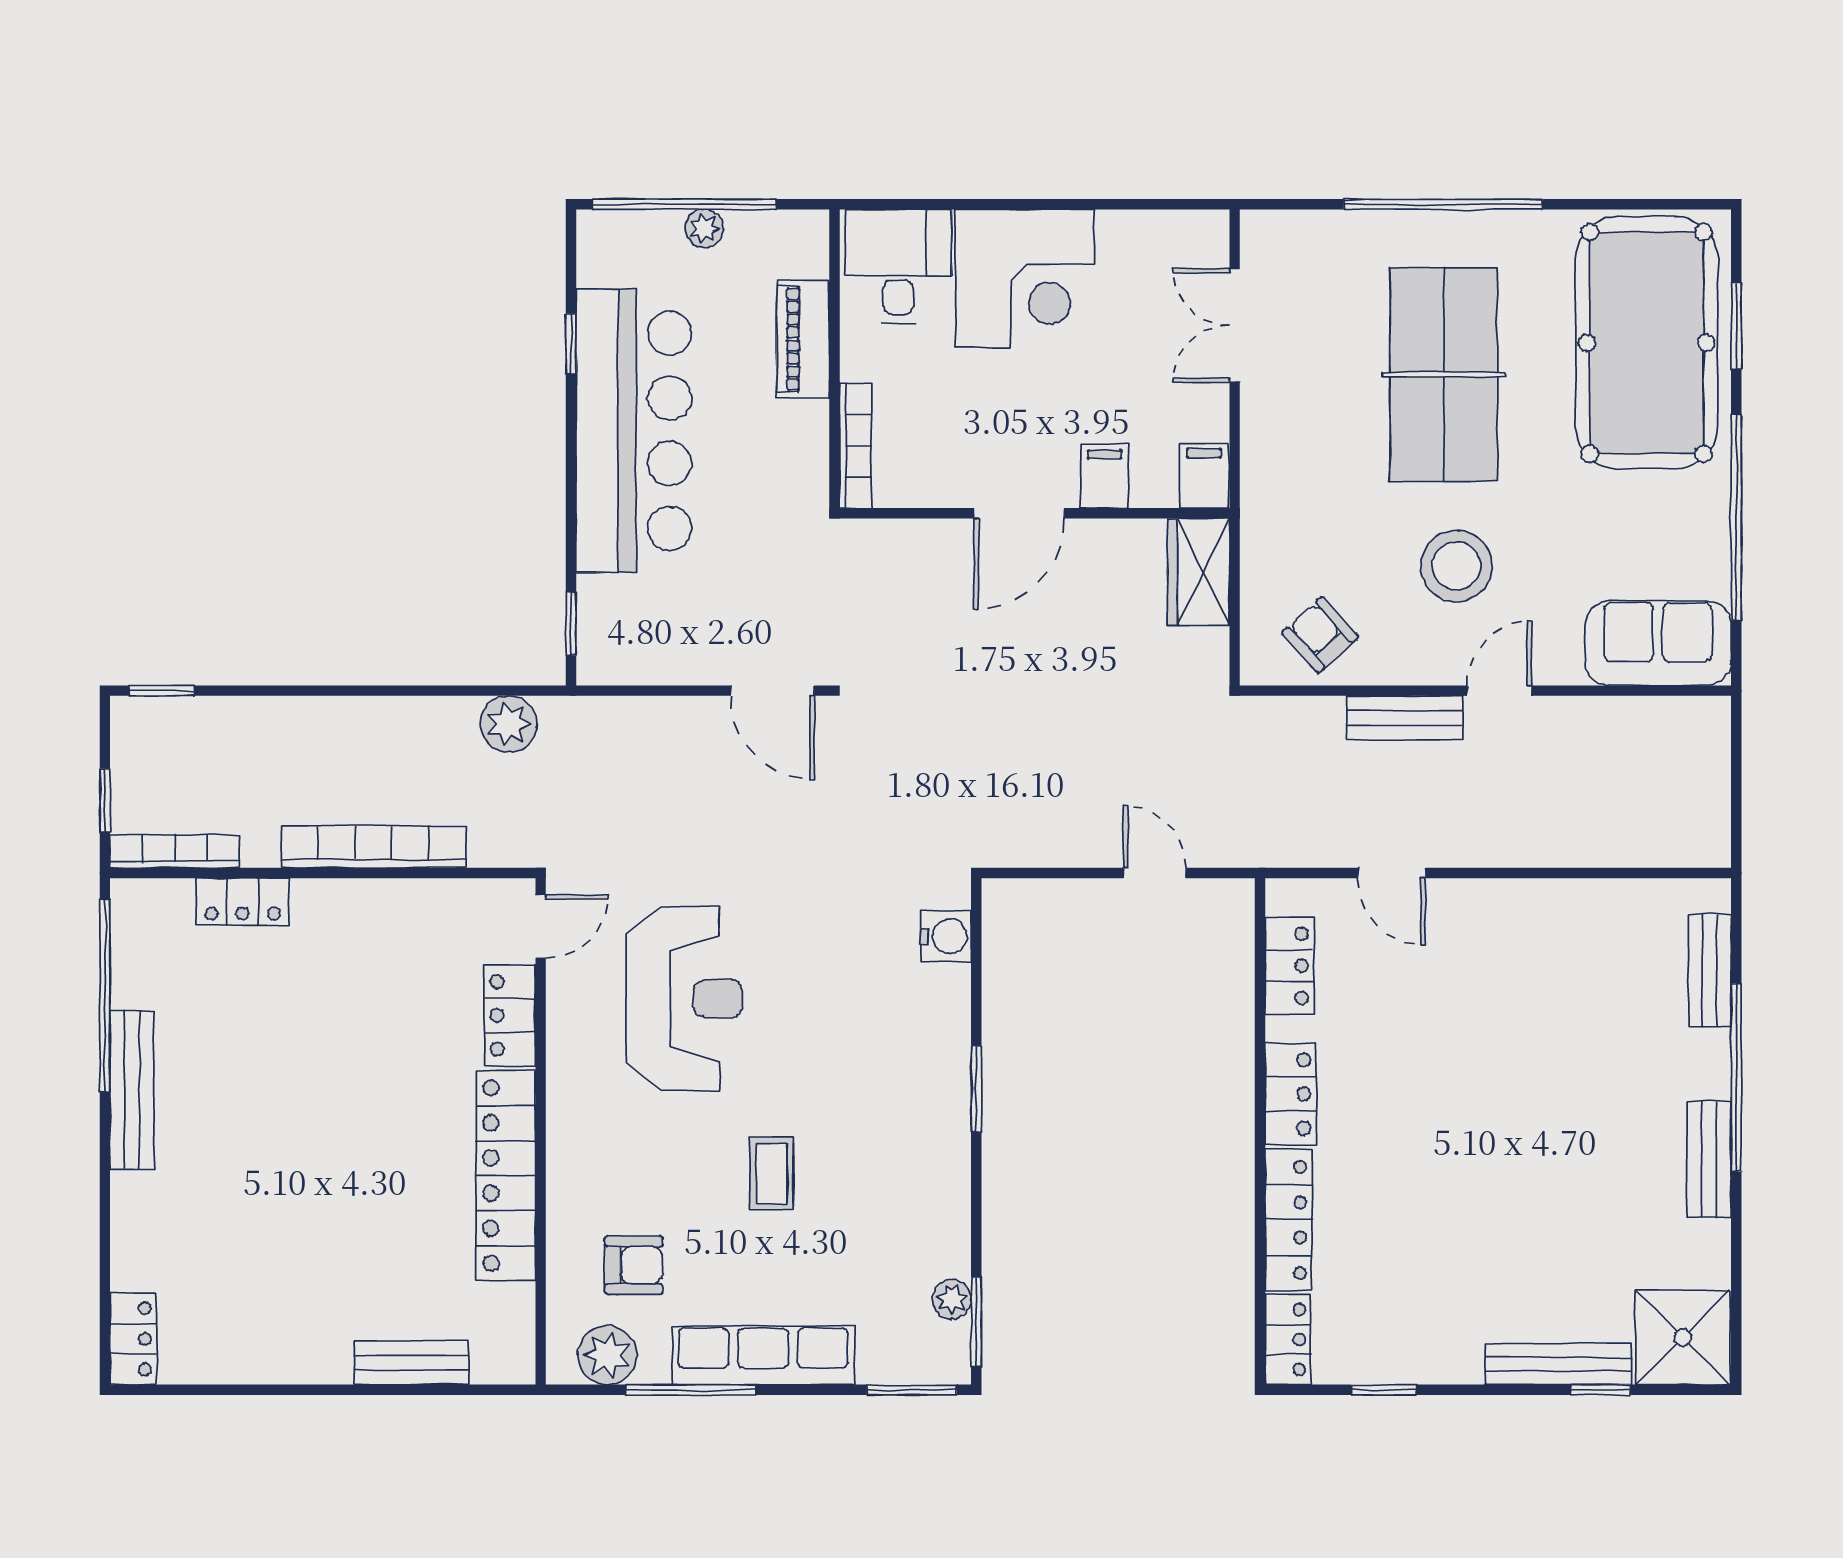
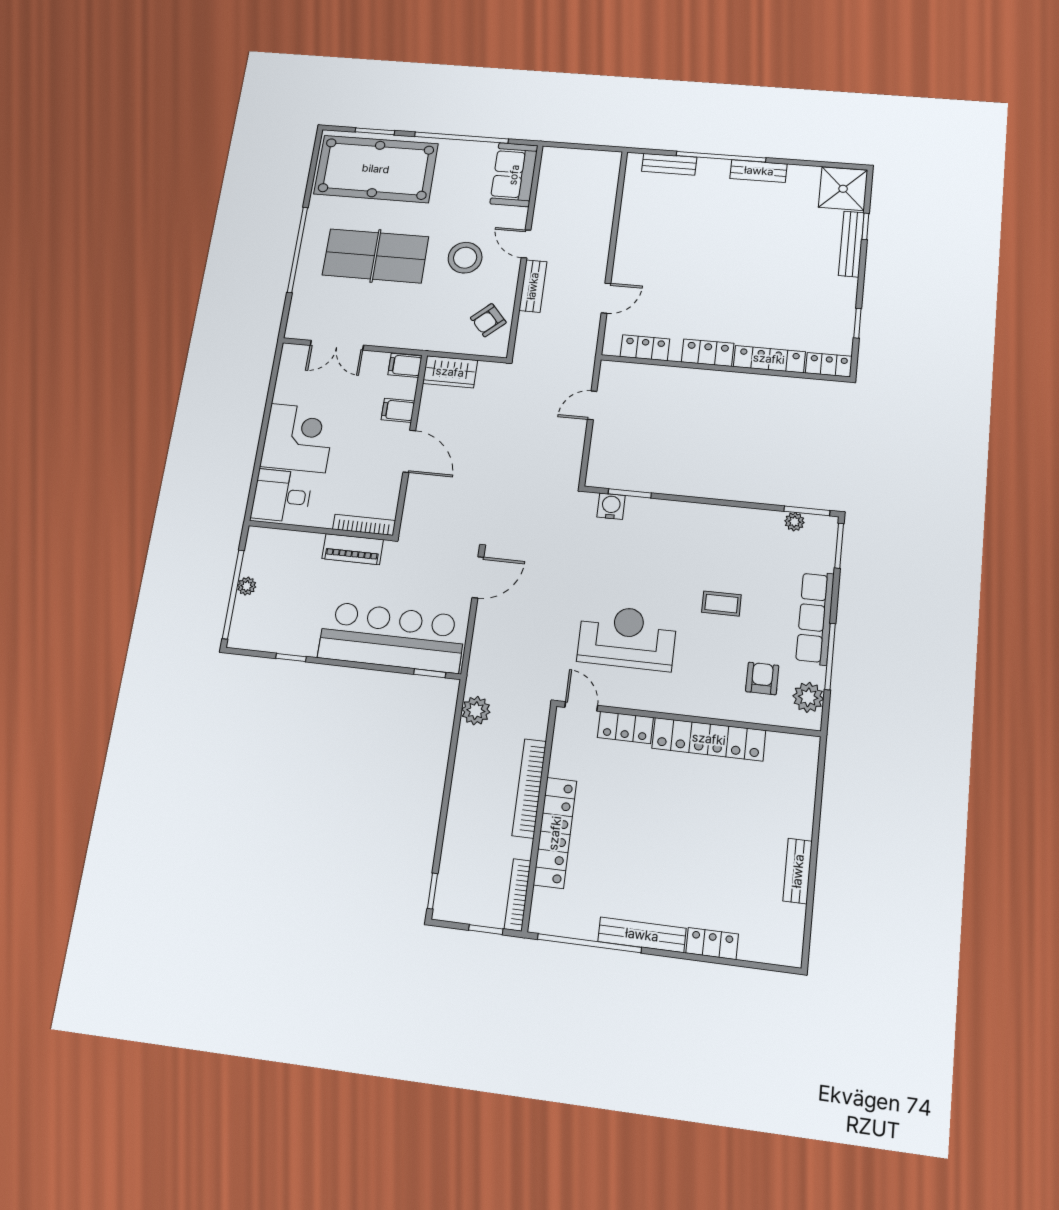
piano: (803, 339) -> (353, 549), moved
bar counter: (634, 431) -> (392, 637), moved
locker: (243, 902) -> (555, 833), width x2.16, depth x1.21
window: (976, 1089) -> (630, 493), moved
locker: (133, 1339) -> (712, 943), moved
bench: (411, 1363) -> (798, 871), moved

